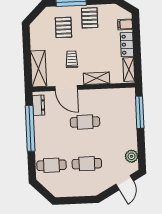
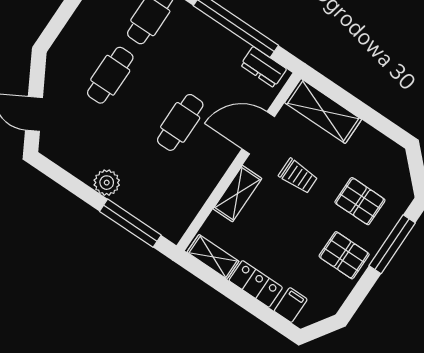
plant: (132, 156) -> (107, 183), moved

